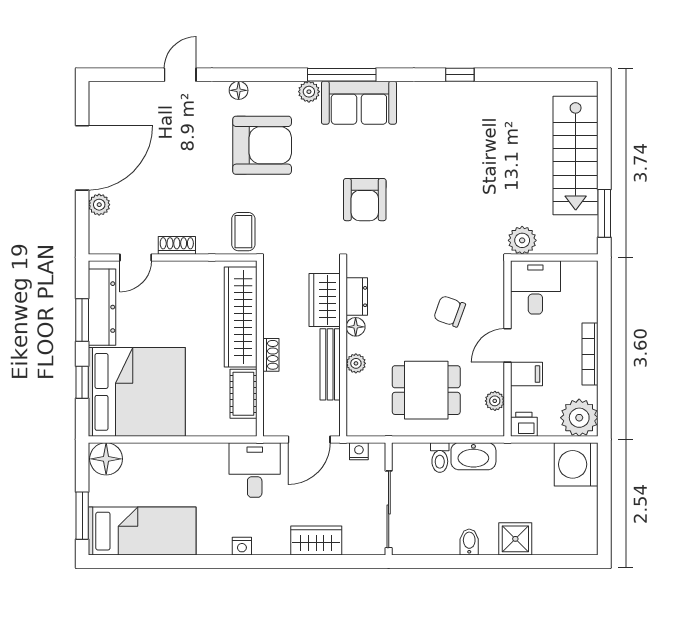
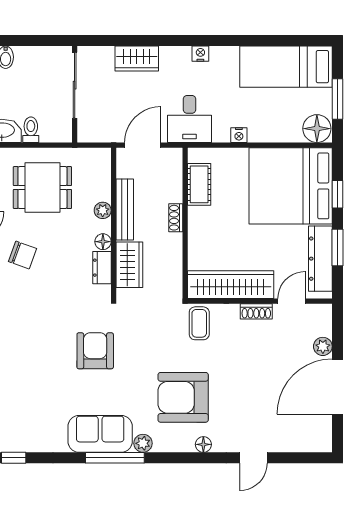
wardrobe: (241, 317) -> (231, 285), moved, turned -90
nightstand: (359, 451) -> (239, 135), moved
window: (82, 516) -> (337, 99), moved

